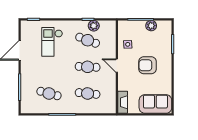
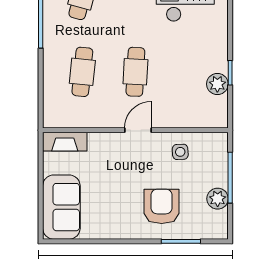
cafe table: (88, 40) -> (189, 72), removed
armchair: (147, 65) -> (162, 206), moved

